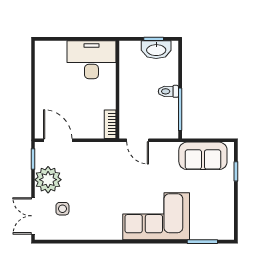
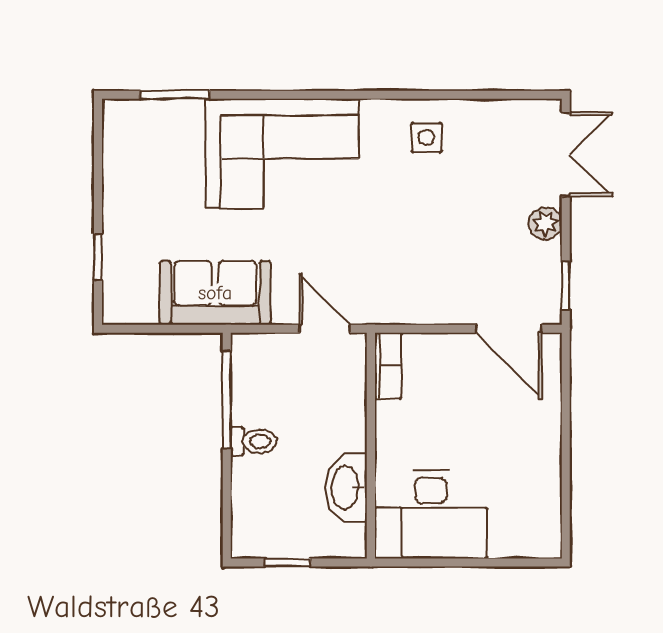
washbasin: (156, 50) -> (346, 488), moved, turned -90
sofa: (203, 156) -> (215, 293), moved
plant: (48, 180) -> (545, 223), width x0.53, depth x0.53
side table: (62, 209) -> (426, 137), moved

